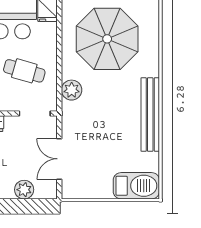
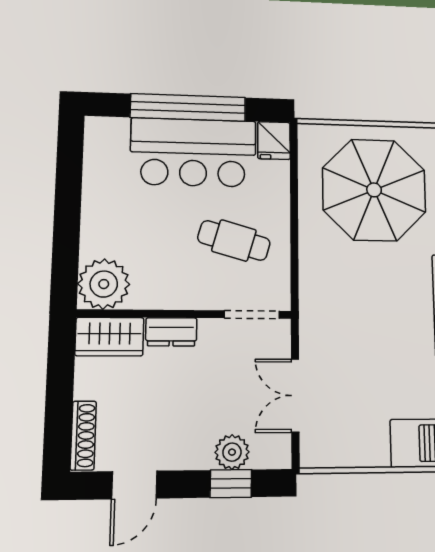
plant: (72, 90) -> (316, 274), removed
window: (24, 206) -> (231, 484), added

